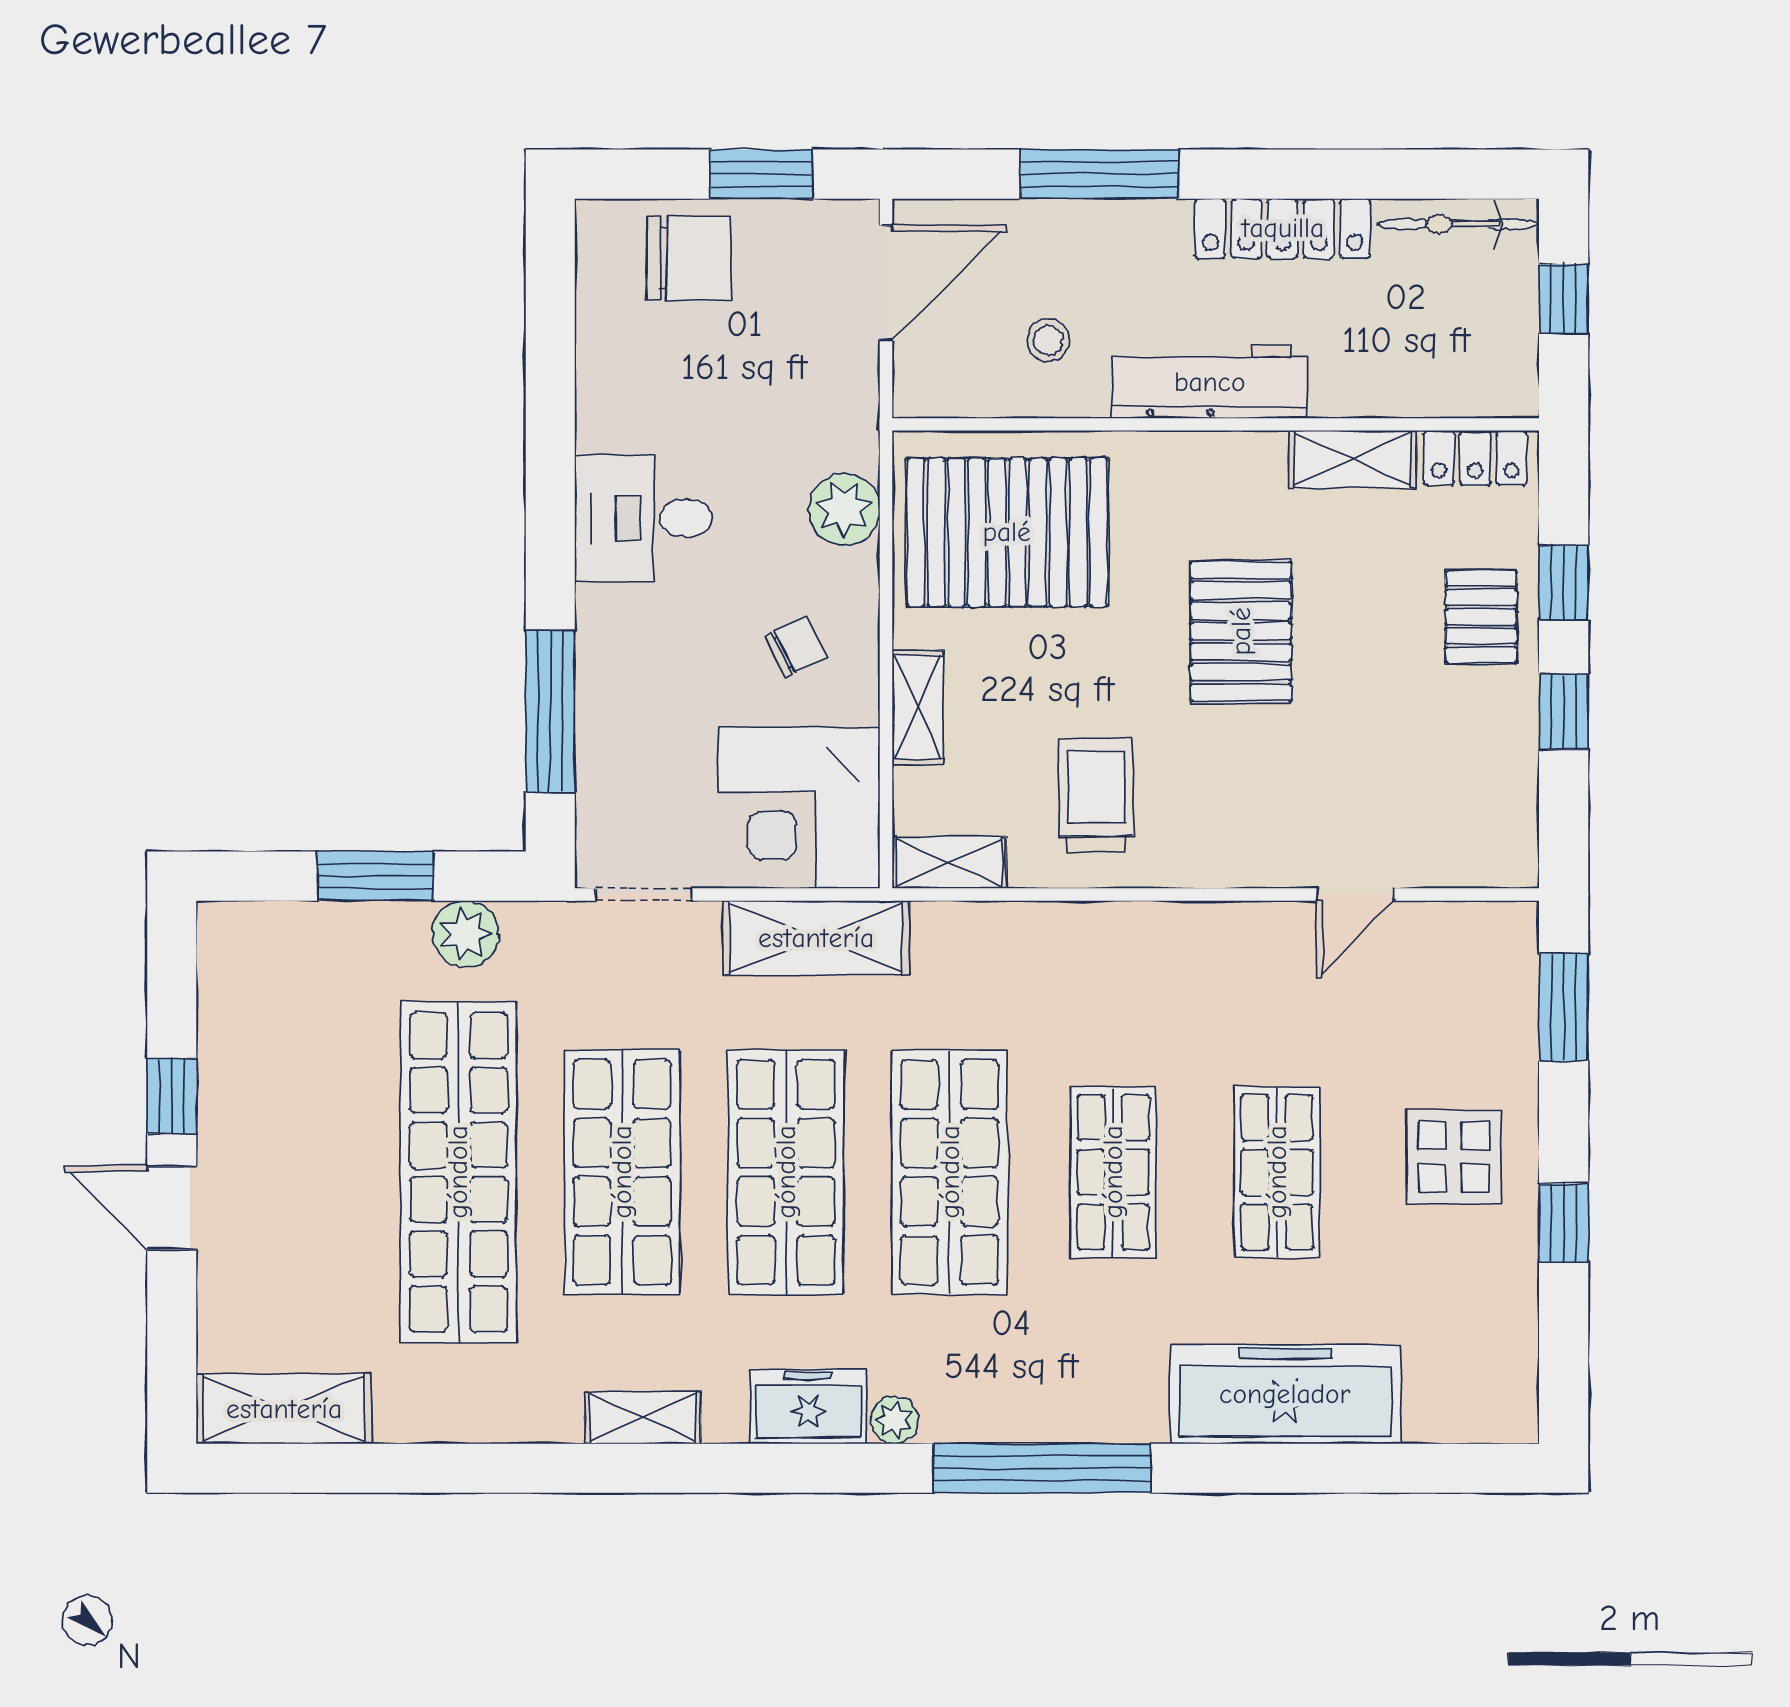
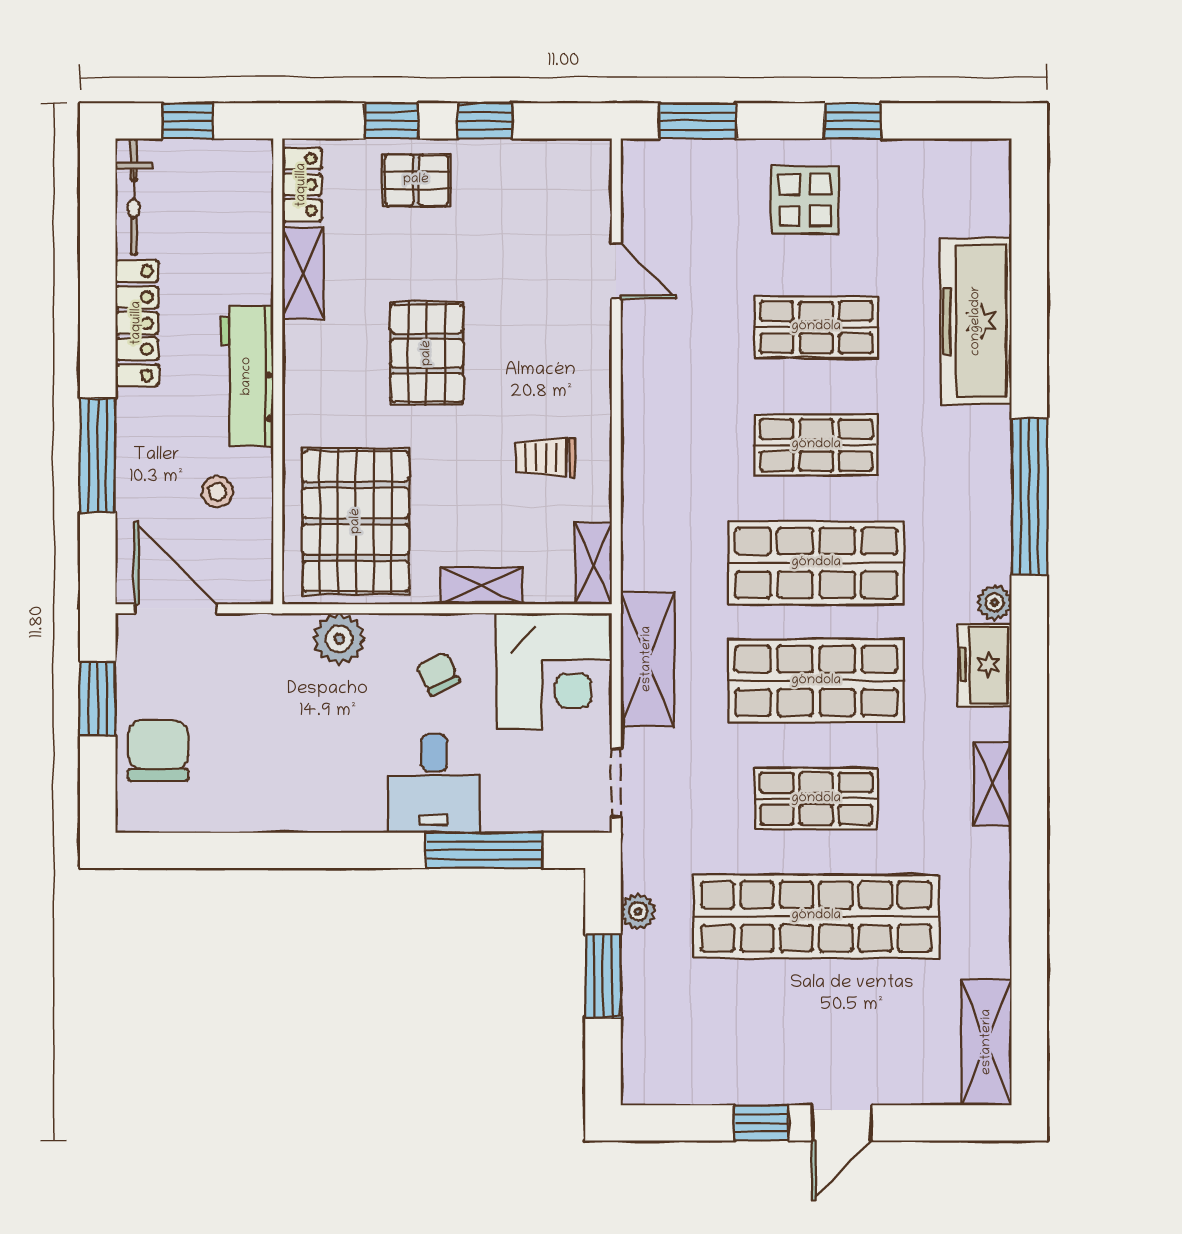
desk: (643, 518) -> (434, 783), moved
pallet: (1241, 631) -> (427, 353), turned 90
trolley: (1096, 795) -> (545, 458), width x0.73, depth x0.72
plant: (465, 934) -> (638, 912), width x0.73, depth x0.73
shop shelf: (622, 1172) -> (816, 799), width x0.70, depth x0.74

